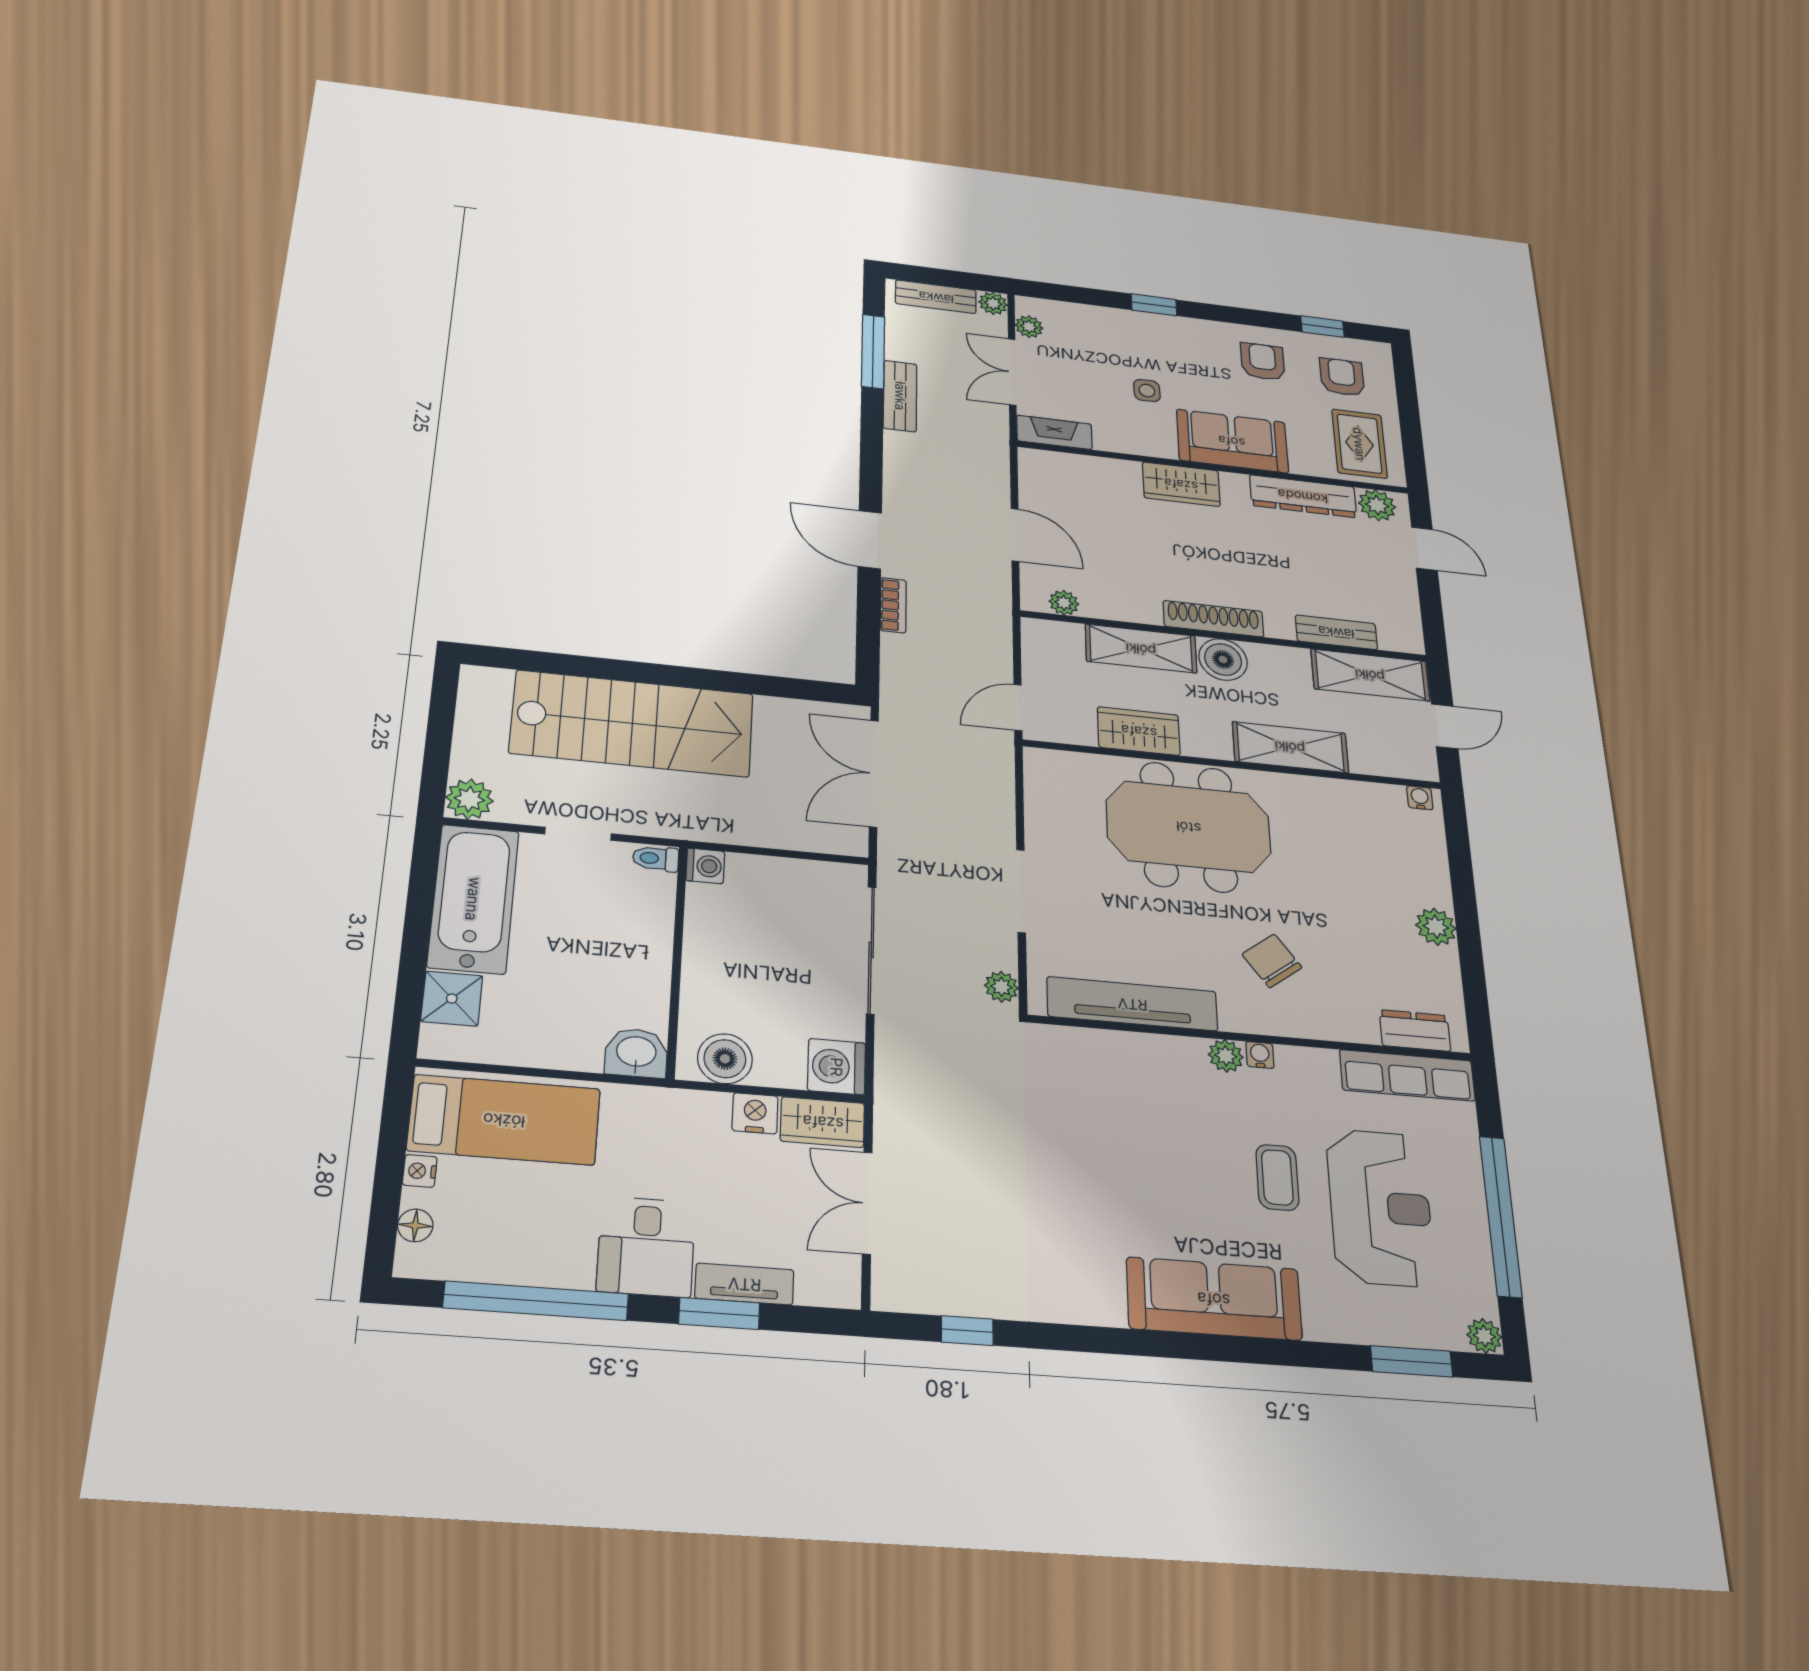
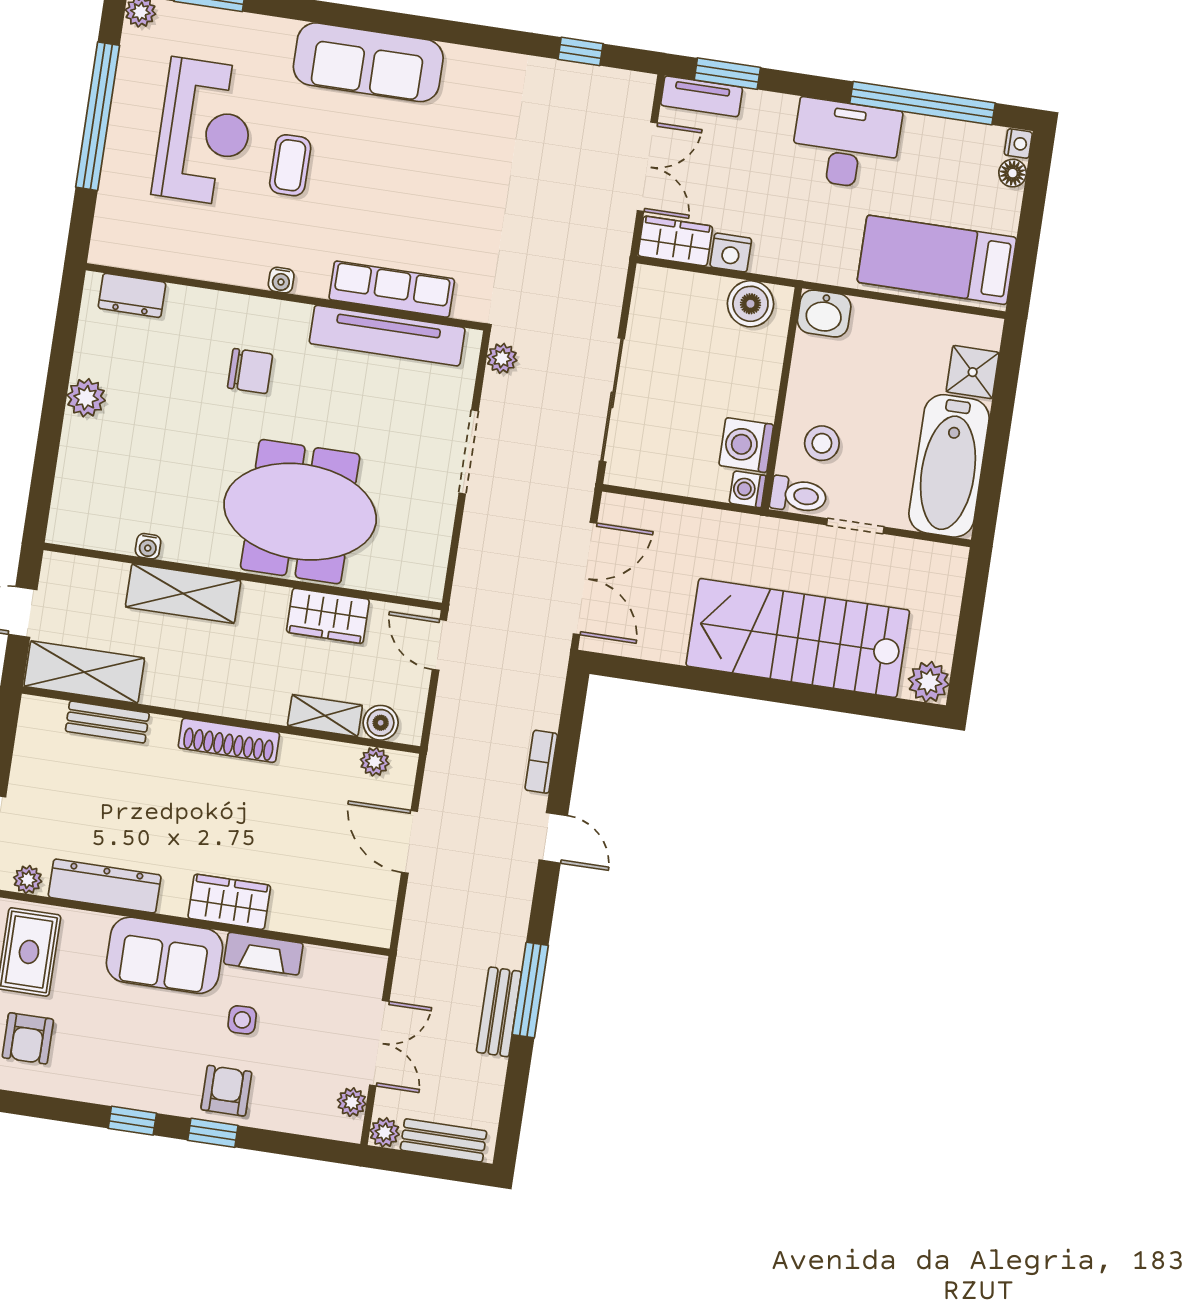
window: (1322, 327) -> (132, 1121), moved
window: (873, 351) -> (530, 990), moved
armchair: (1263, 362) -> (226, 1091), moved, turned 180
fireplace: (1054, 432) -> (263, 954), moved
plant: (1377, 505) -> (28, 880), width x0.73, depth x0.73
door: (870, 540) -> (553, 838), width x0.73
shelving: (1141, 649) -> (325, 716), width x0.67, depth x0.75
boiler: (1223, 659) -> (381, 723), moved, width x0.73, depth x0.73
door: (1018, 708) -> (439, 645), swing flipped
water cooler: (1420, 798) -> (148, 546), moved
plant: (469, 799) -> (929, 682), moved
toilet: (656, 859) -> (798, 495), width x1.37, depth x1.39
stool: (625, 916) -> (822, 443), added
chair: (1272, 961) -> (250, 371), turned -53
plant: (1226, 1056) -> (312, 281), removed
washing machine: (836, 1067) -> (746, 445), moved, turned 180
row of seats: (1407, 1075) -> (392, 289), moved
nightstand: (420, 1171) -> (1018, 144), moved
reception desk: (1380, 1207) -> (205, 132), turned 180
desk: (646, 1247) -> (846, 144), width x1.37
tv unit: (744, 1284) -> (702, 96), moved
window: (719, 1313) -> (727, 74), moved

